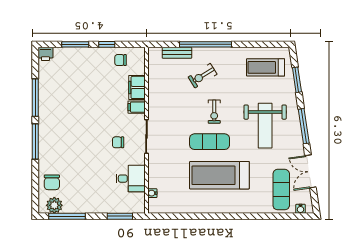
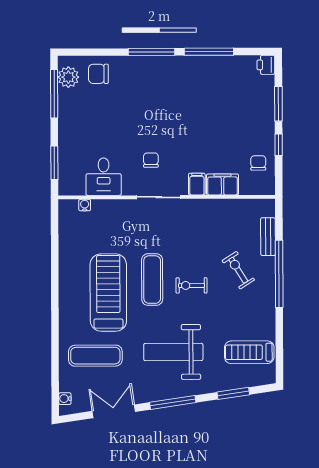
treadmill: (266, 67) -> (249, 352), turned -90
exercise mat: (281, 190) -> (95, 356), moved

